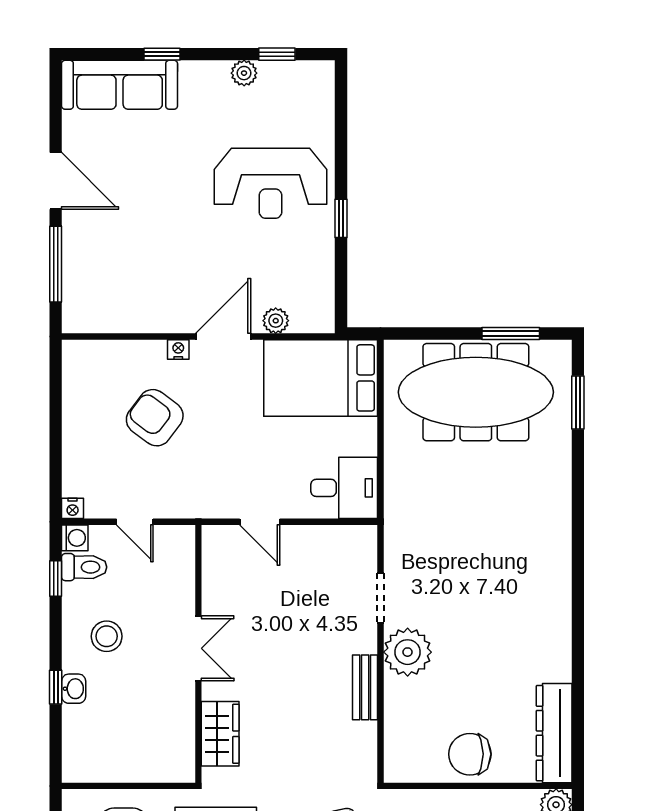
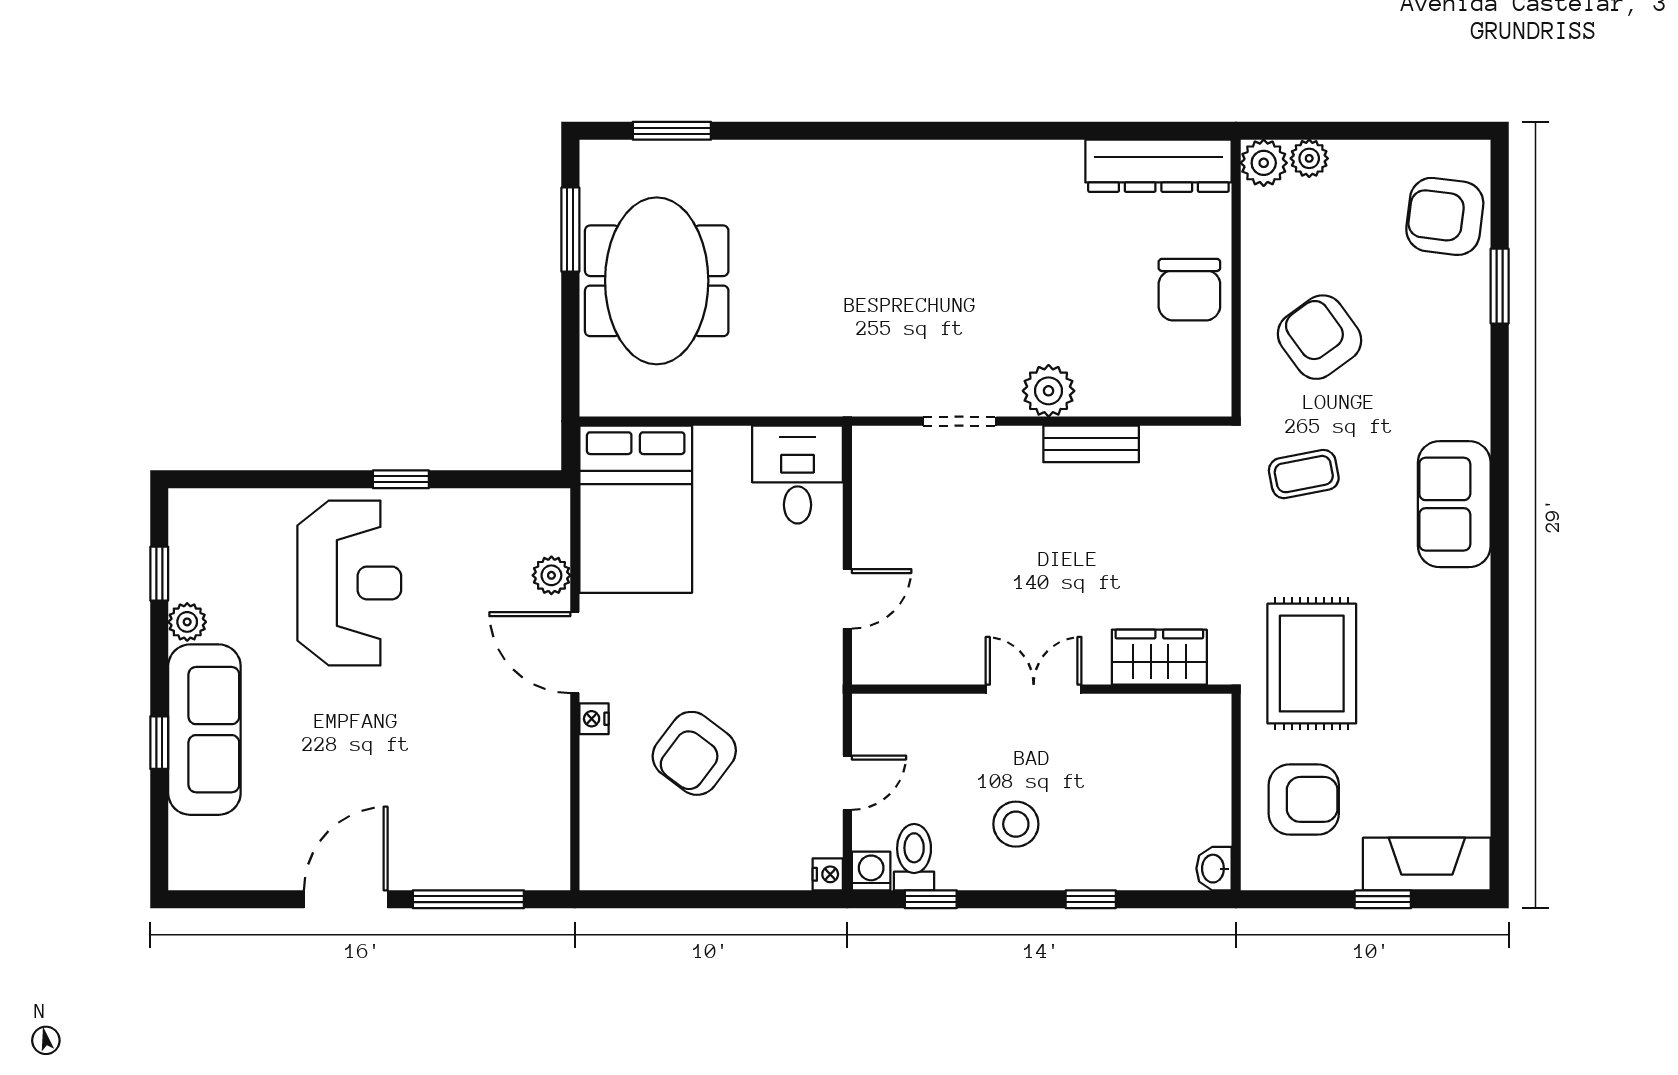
sofa: (120, 85) -> (204, 730), moved
meeting table: (476, 392) -> (657, 281), width x0.73
plant: (408, 652) -> (1049, 391), width x0.73, depth x0.73
washbasin: (74, 689) -> (1214, 869), moved, turned -90

